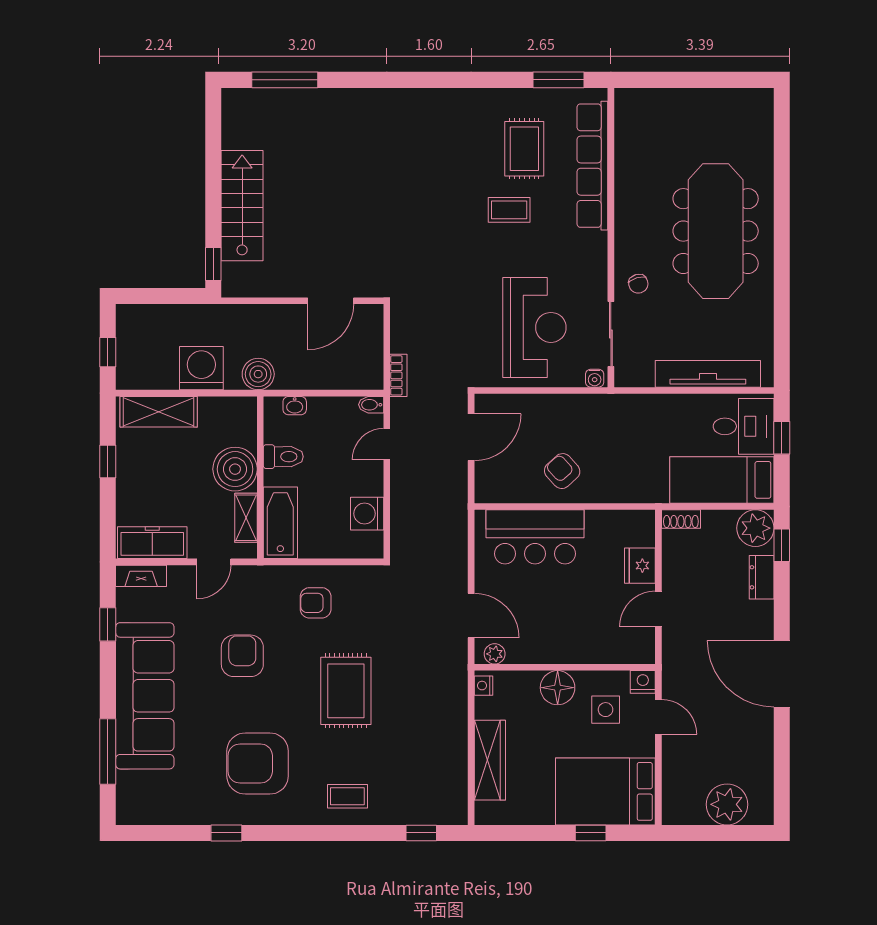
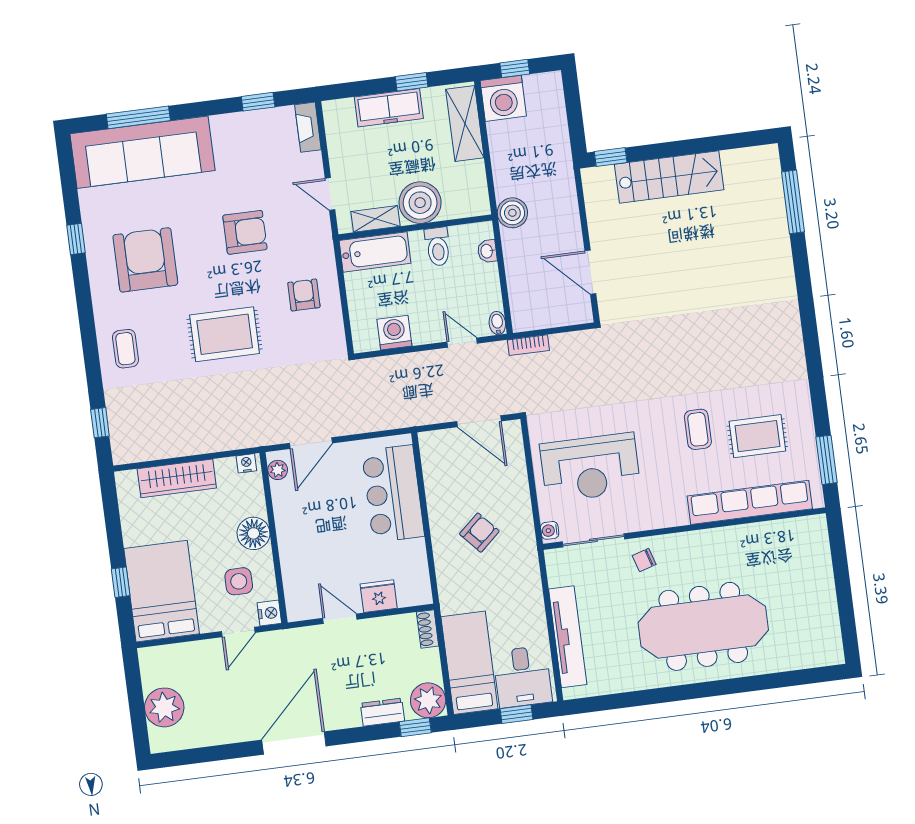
washing machine: (201, 368) -> (503, 98), moved, turned 90
armchair: (562, 471) -> (479, 533), moved
freezer: (152, 543) -> (389, 108), moved, turned 90
sofa: (145, 696) -> (143, 152), moved

